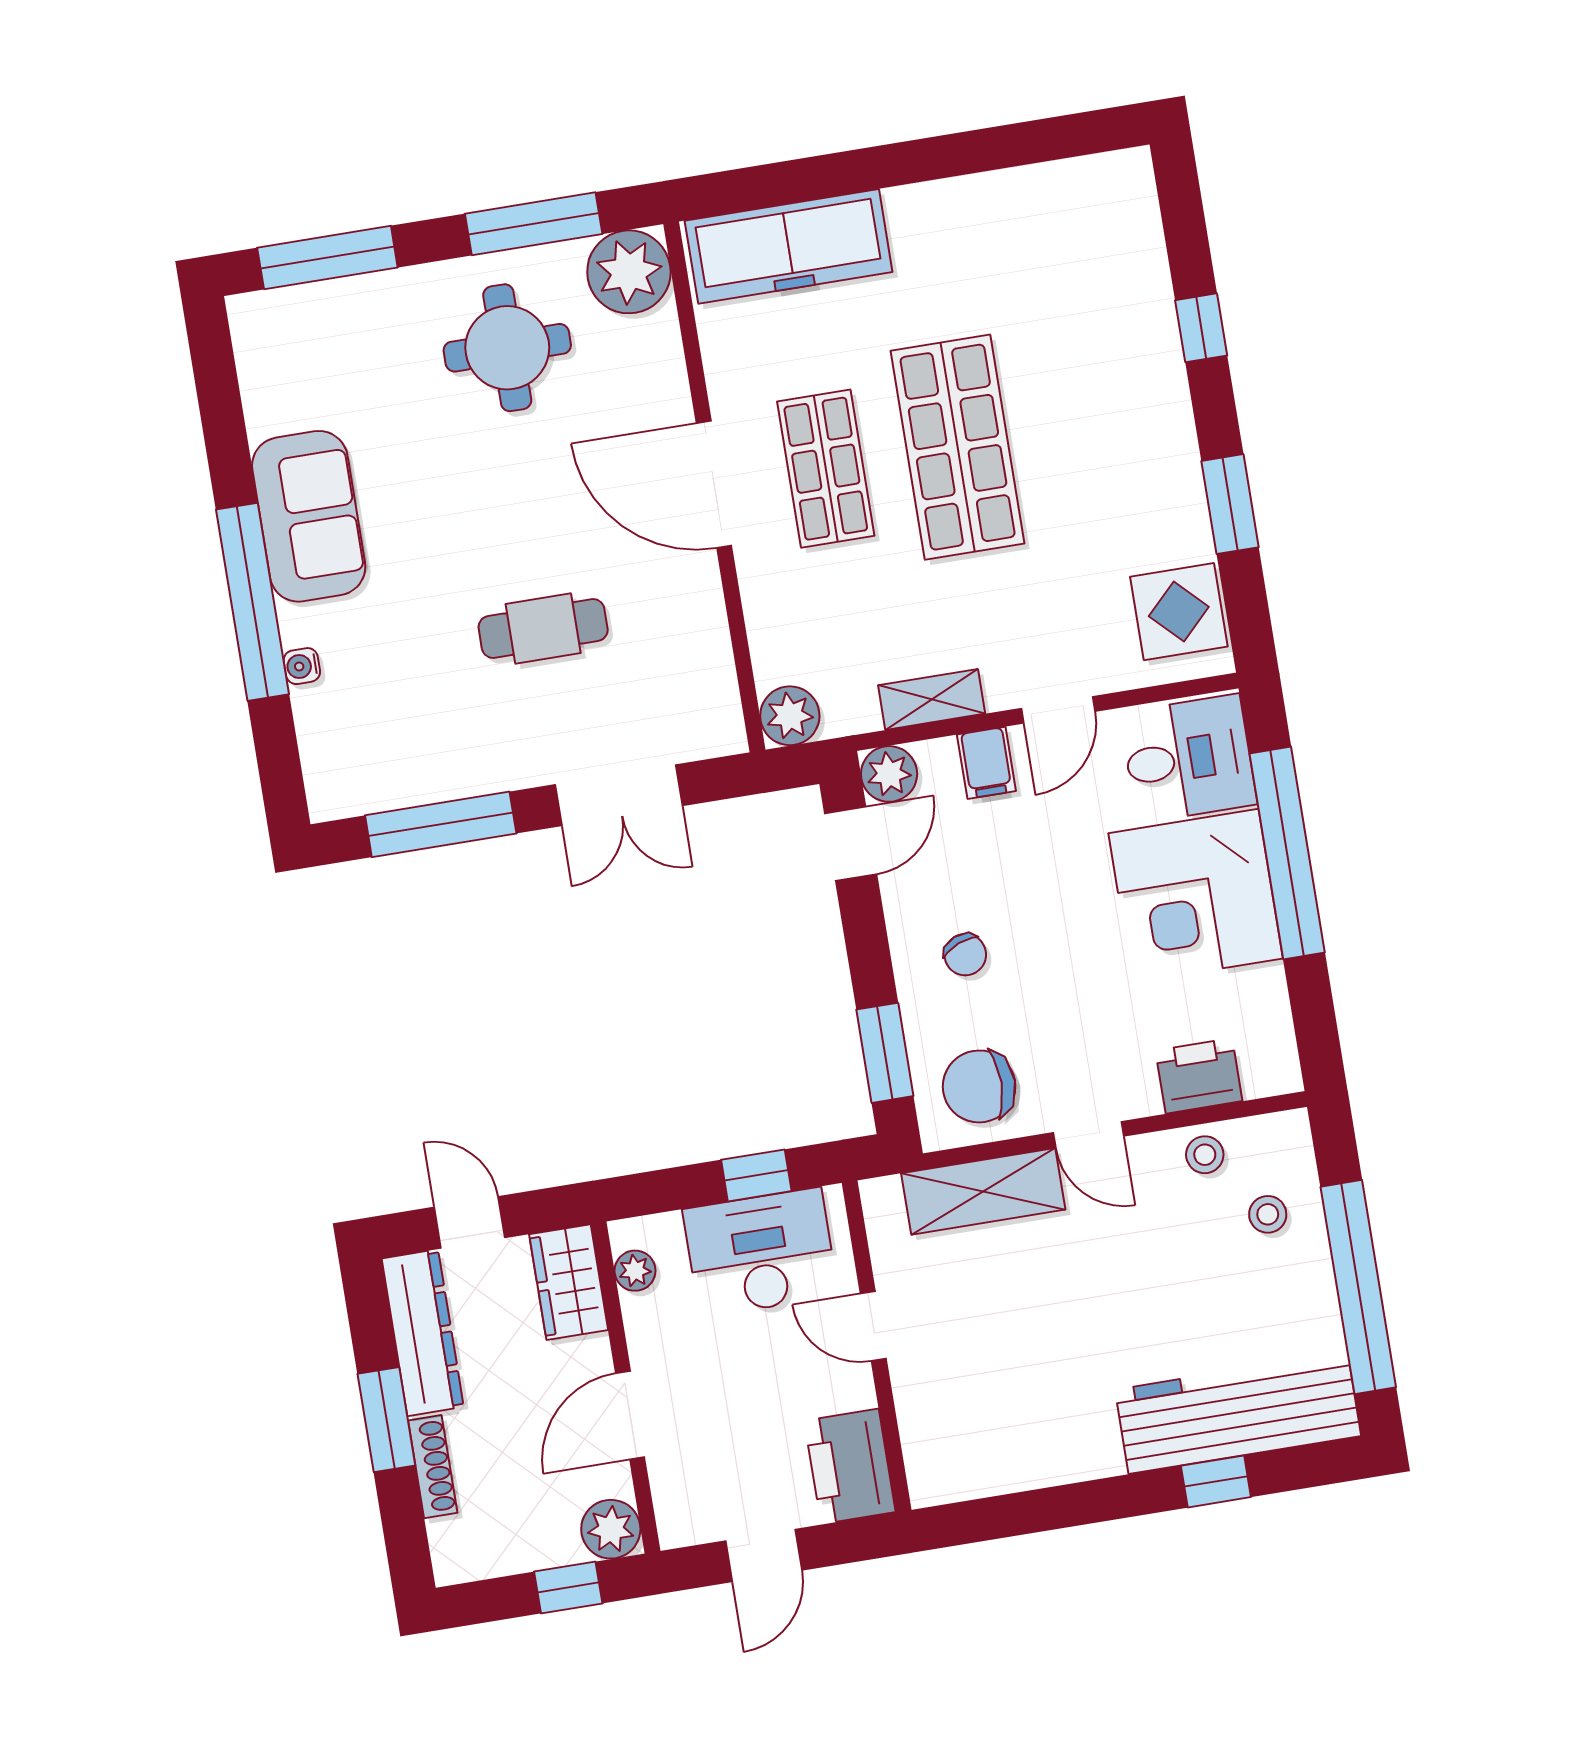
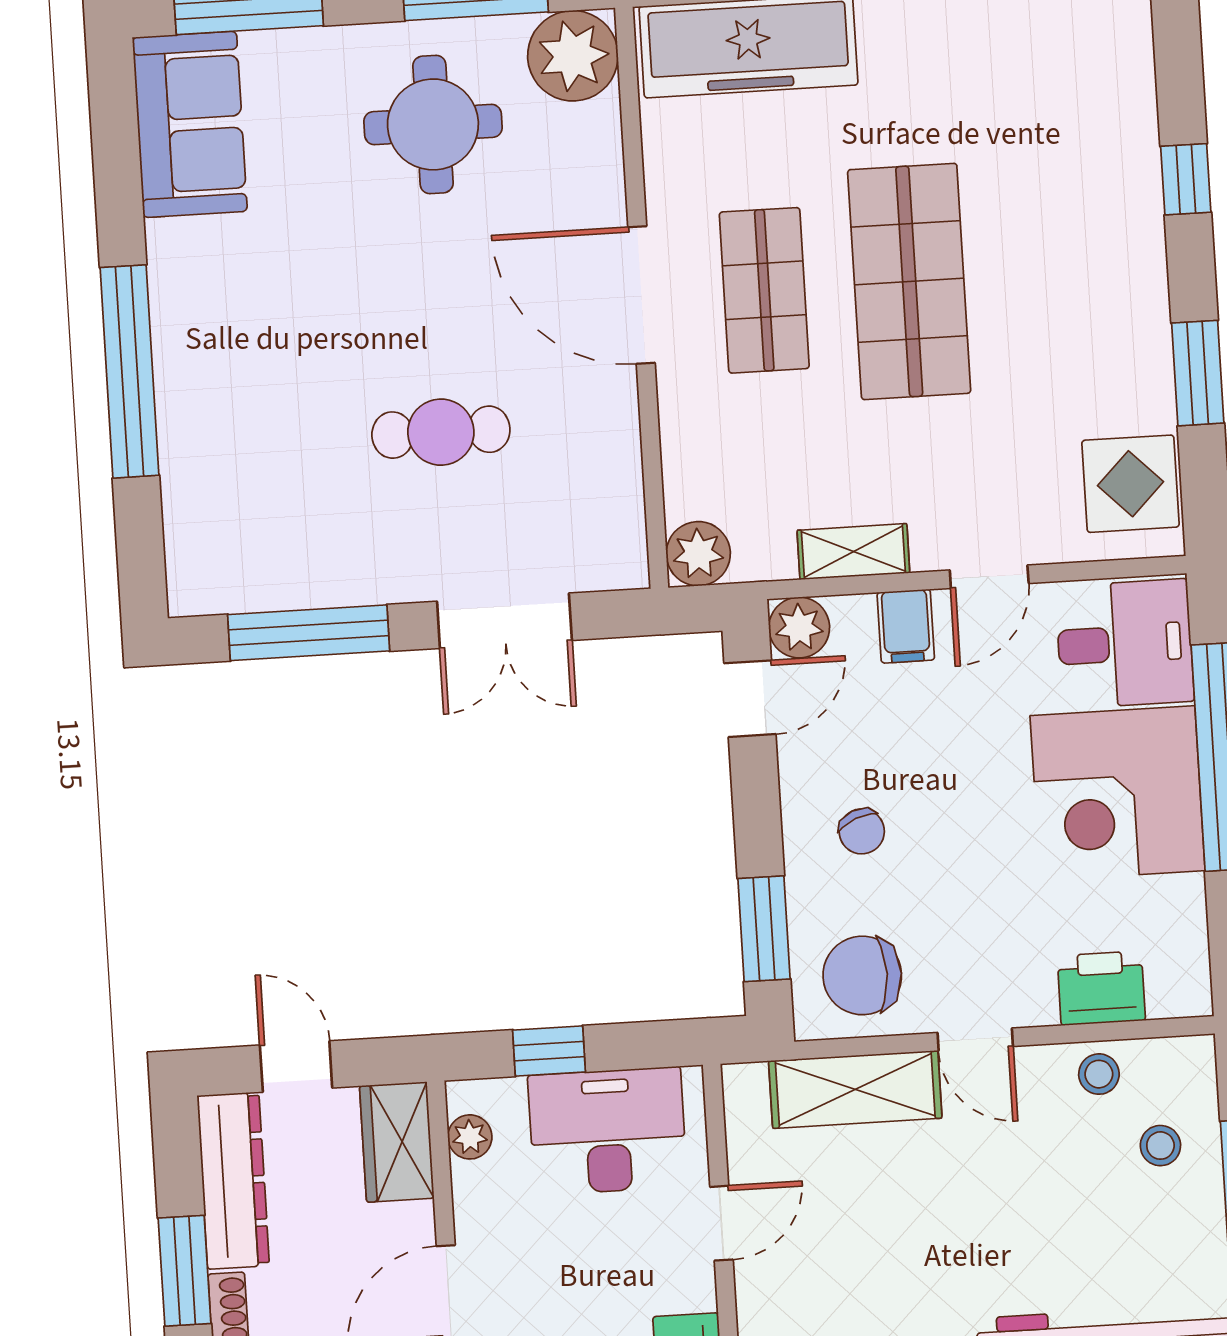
sofa: (309, 516) -> (190, 124), moved
water cooler: (302, 666) -> (176, 446), removed
window: (756, 1175) -> (549, 1051), moved
door: (873, 1326) -> (721, 1223), swing flipped

